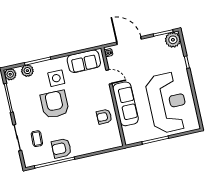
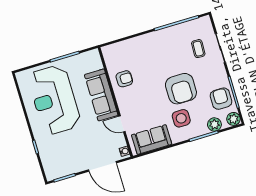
plant: (173, 40) -> (53, 171), removed
armchair: (61, 148) -> (221, 99), moved, turned -90

